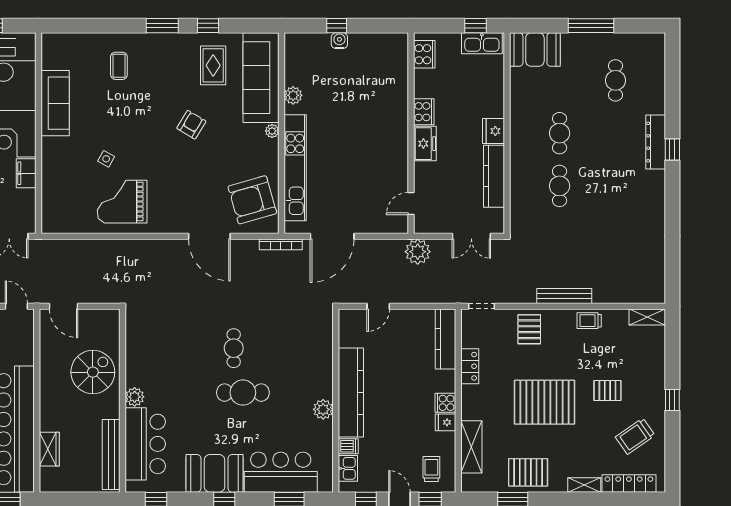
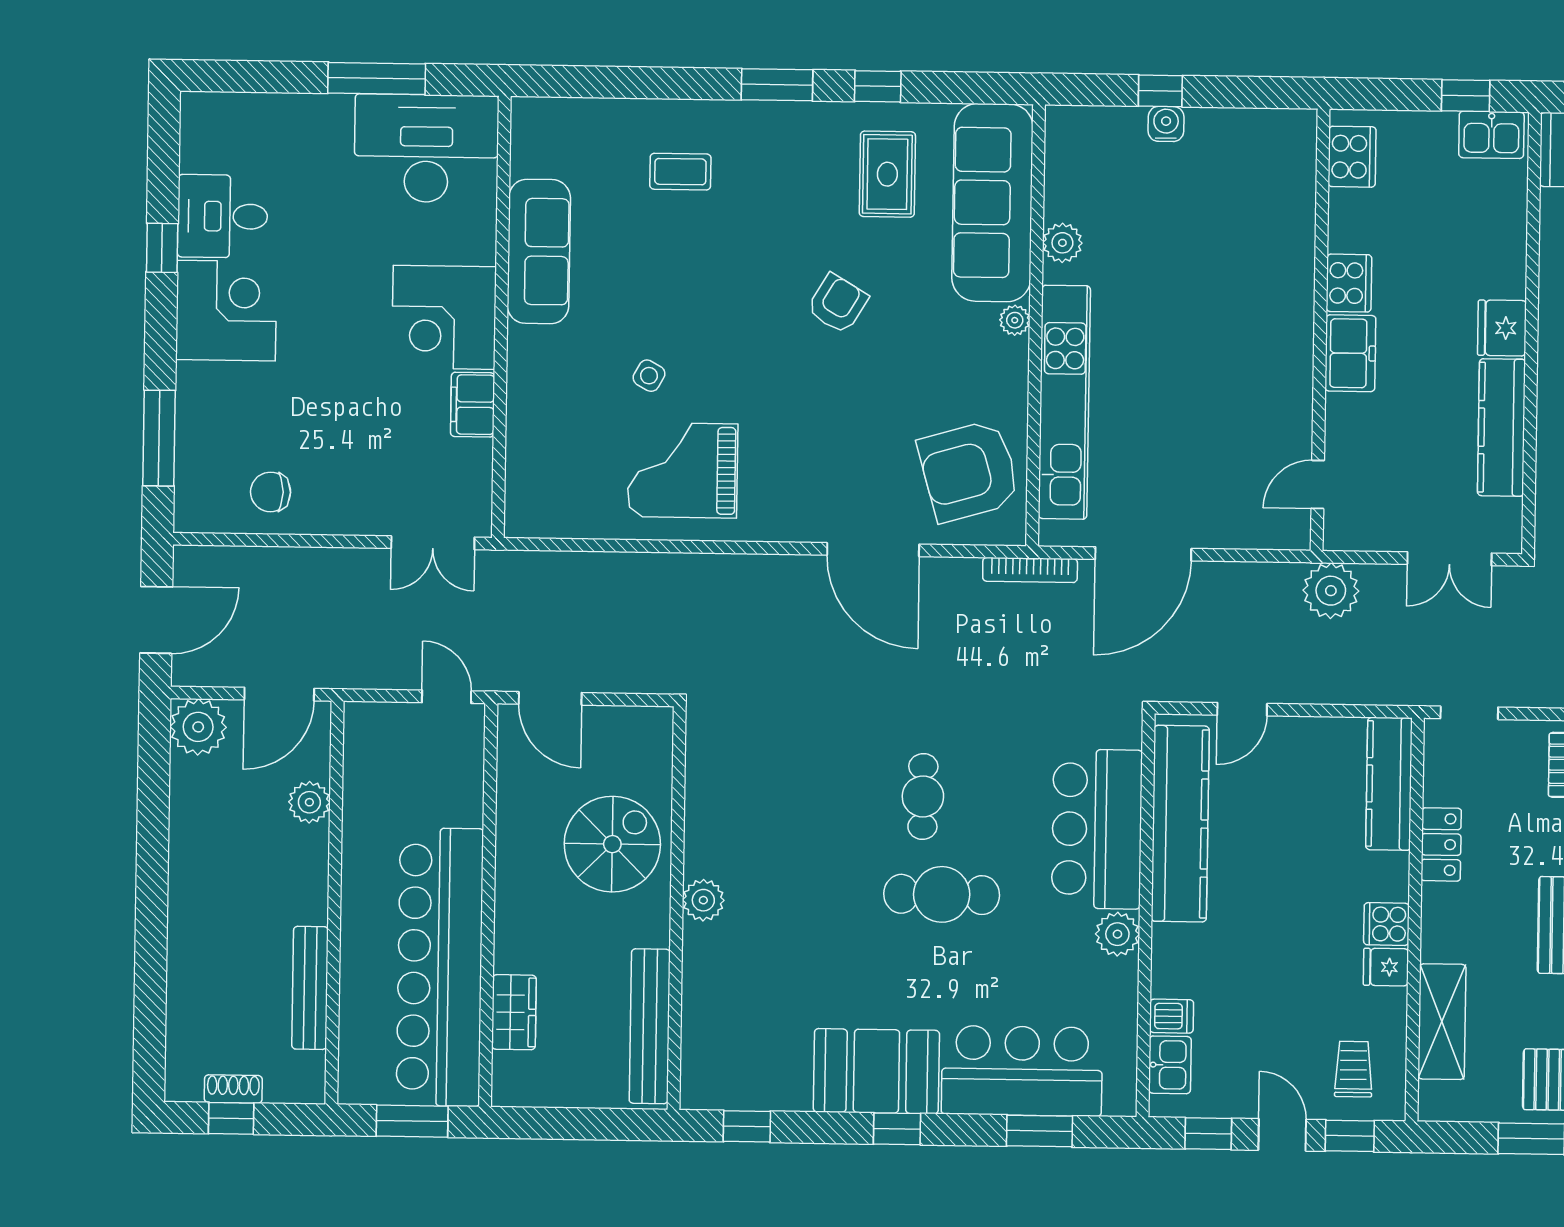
kitchen sink: (482, 43) -> (1491, 135), width x0.73
coffee table: (119, 66) -> (680, 172), turned 90
kitchen counter: (351, 393) -> (1180, 824), moved
bar counter: (145, 444) -> (1097, 829), moved, turned 180

